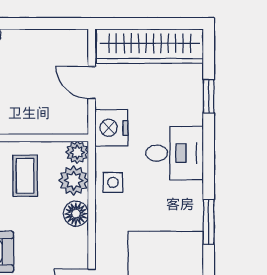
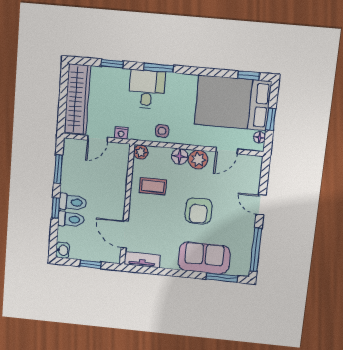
window: (38, 23) -> (58, 169), added
nightstand: (111, 128) -> (121, 133), width x0.53, depth x0.56
plant: (74, 180) -> (198, 160), moved
window: (209, 222) -> (159, 68), moved

